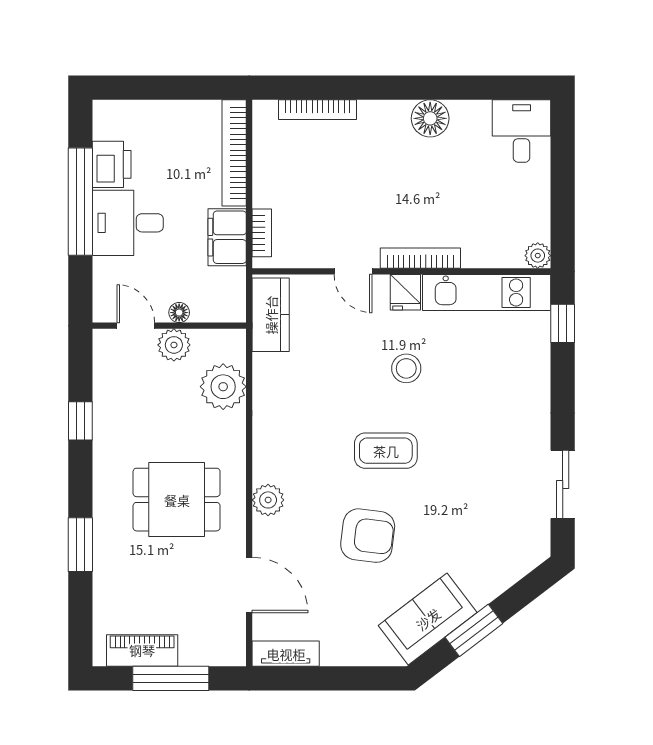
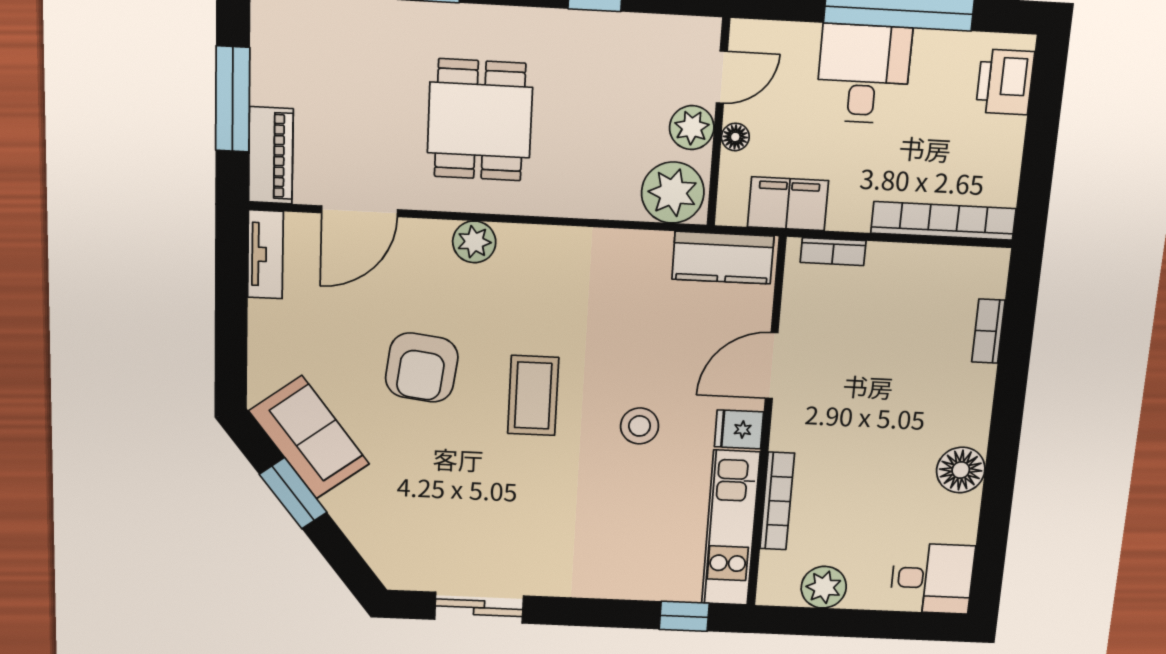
bookcase: (318, 110) -> (988, 331), width x0.64
printer: (112, 164) -> (1005, 82), moved, turned 90
filing cabinet: (227, 237) -> (788, 204), moved
plant: (538, 256) -> (824, 587), moved, width x1.38, depth x1.38
bookcase: (420, 258) -> (777, 501), moved
door: (353, 271) -> (772, 366), width x1.38
plant: (223, 387) -> (673, 193), moved
piano: (142, 650) -> (271, 155), moved

